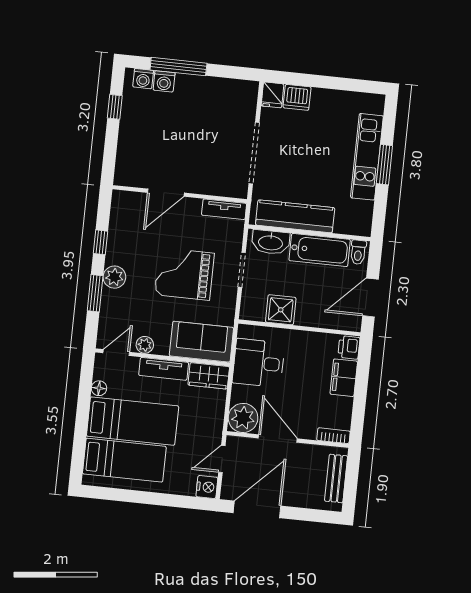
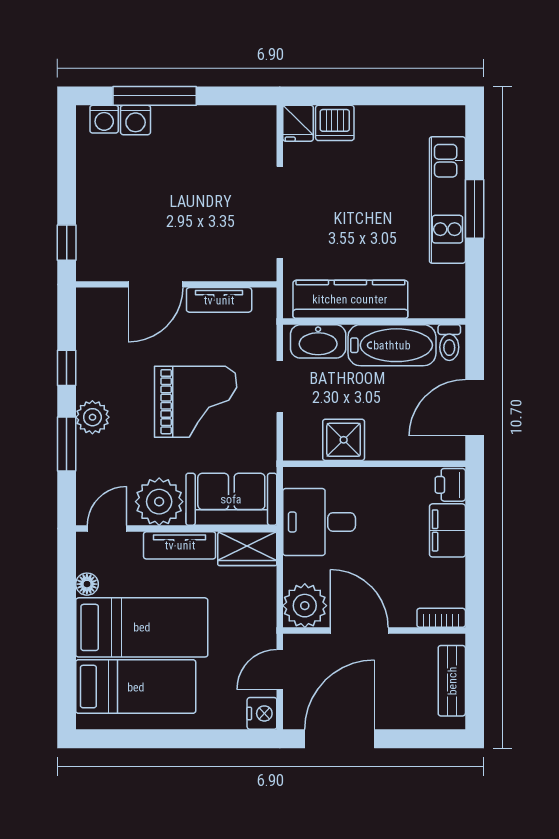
window: (115, 107) -> (67, 243), moved
tv unit: (224, 209) -> (219, 300), moved
grand piano: (184, 274) -> (196, 402), turned 180
plant: (145, 345) -> (159, 502), width x1.87, depth x1.87

